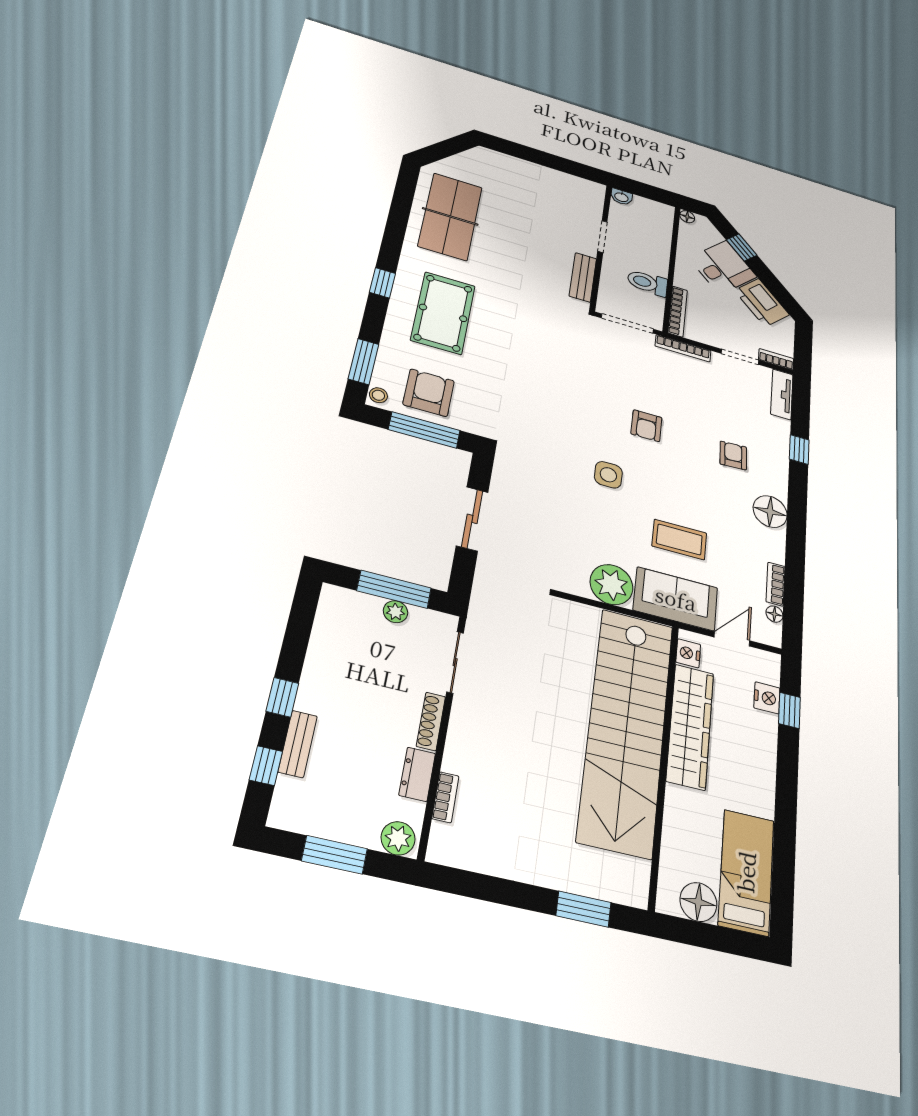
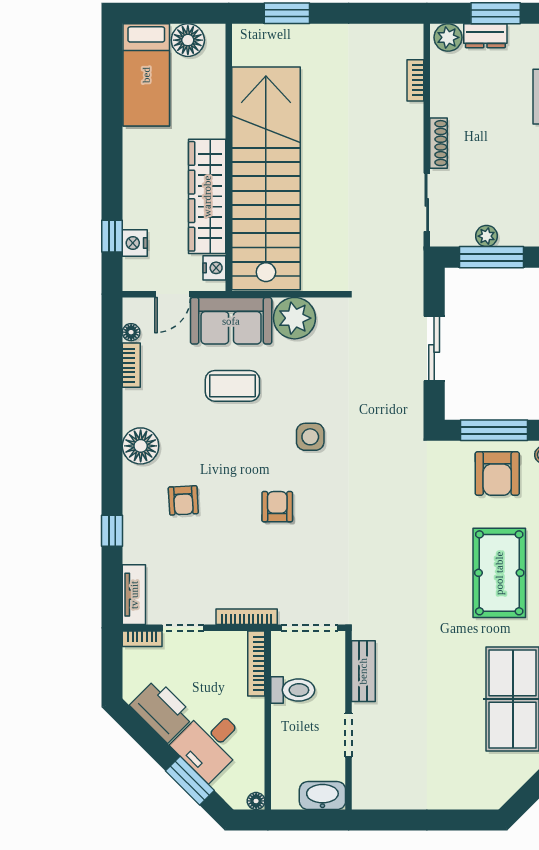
washbasin: (621, 197) -> (322, 796), width x1.91, depth x1.45
window: (742, 247) -> (190, 781), width x1.50
dresser: (417, 774) -> (485, 36), moved, turned 90

